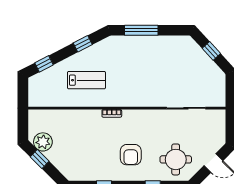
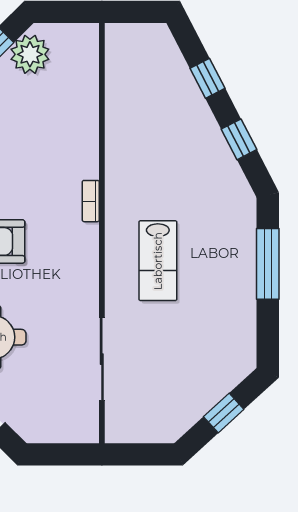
window: (44, 64) -> (208, 78), moved
lab bench: (86, 80) -> (158, 261), moved

